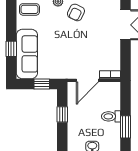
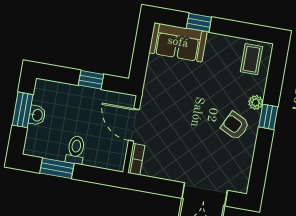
sofa: (27, 54) -> (178, 42), width x0.73
window: (42, 84) -> (140, 58), removed

